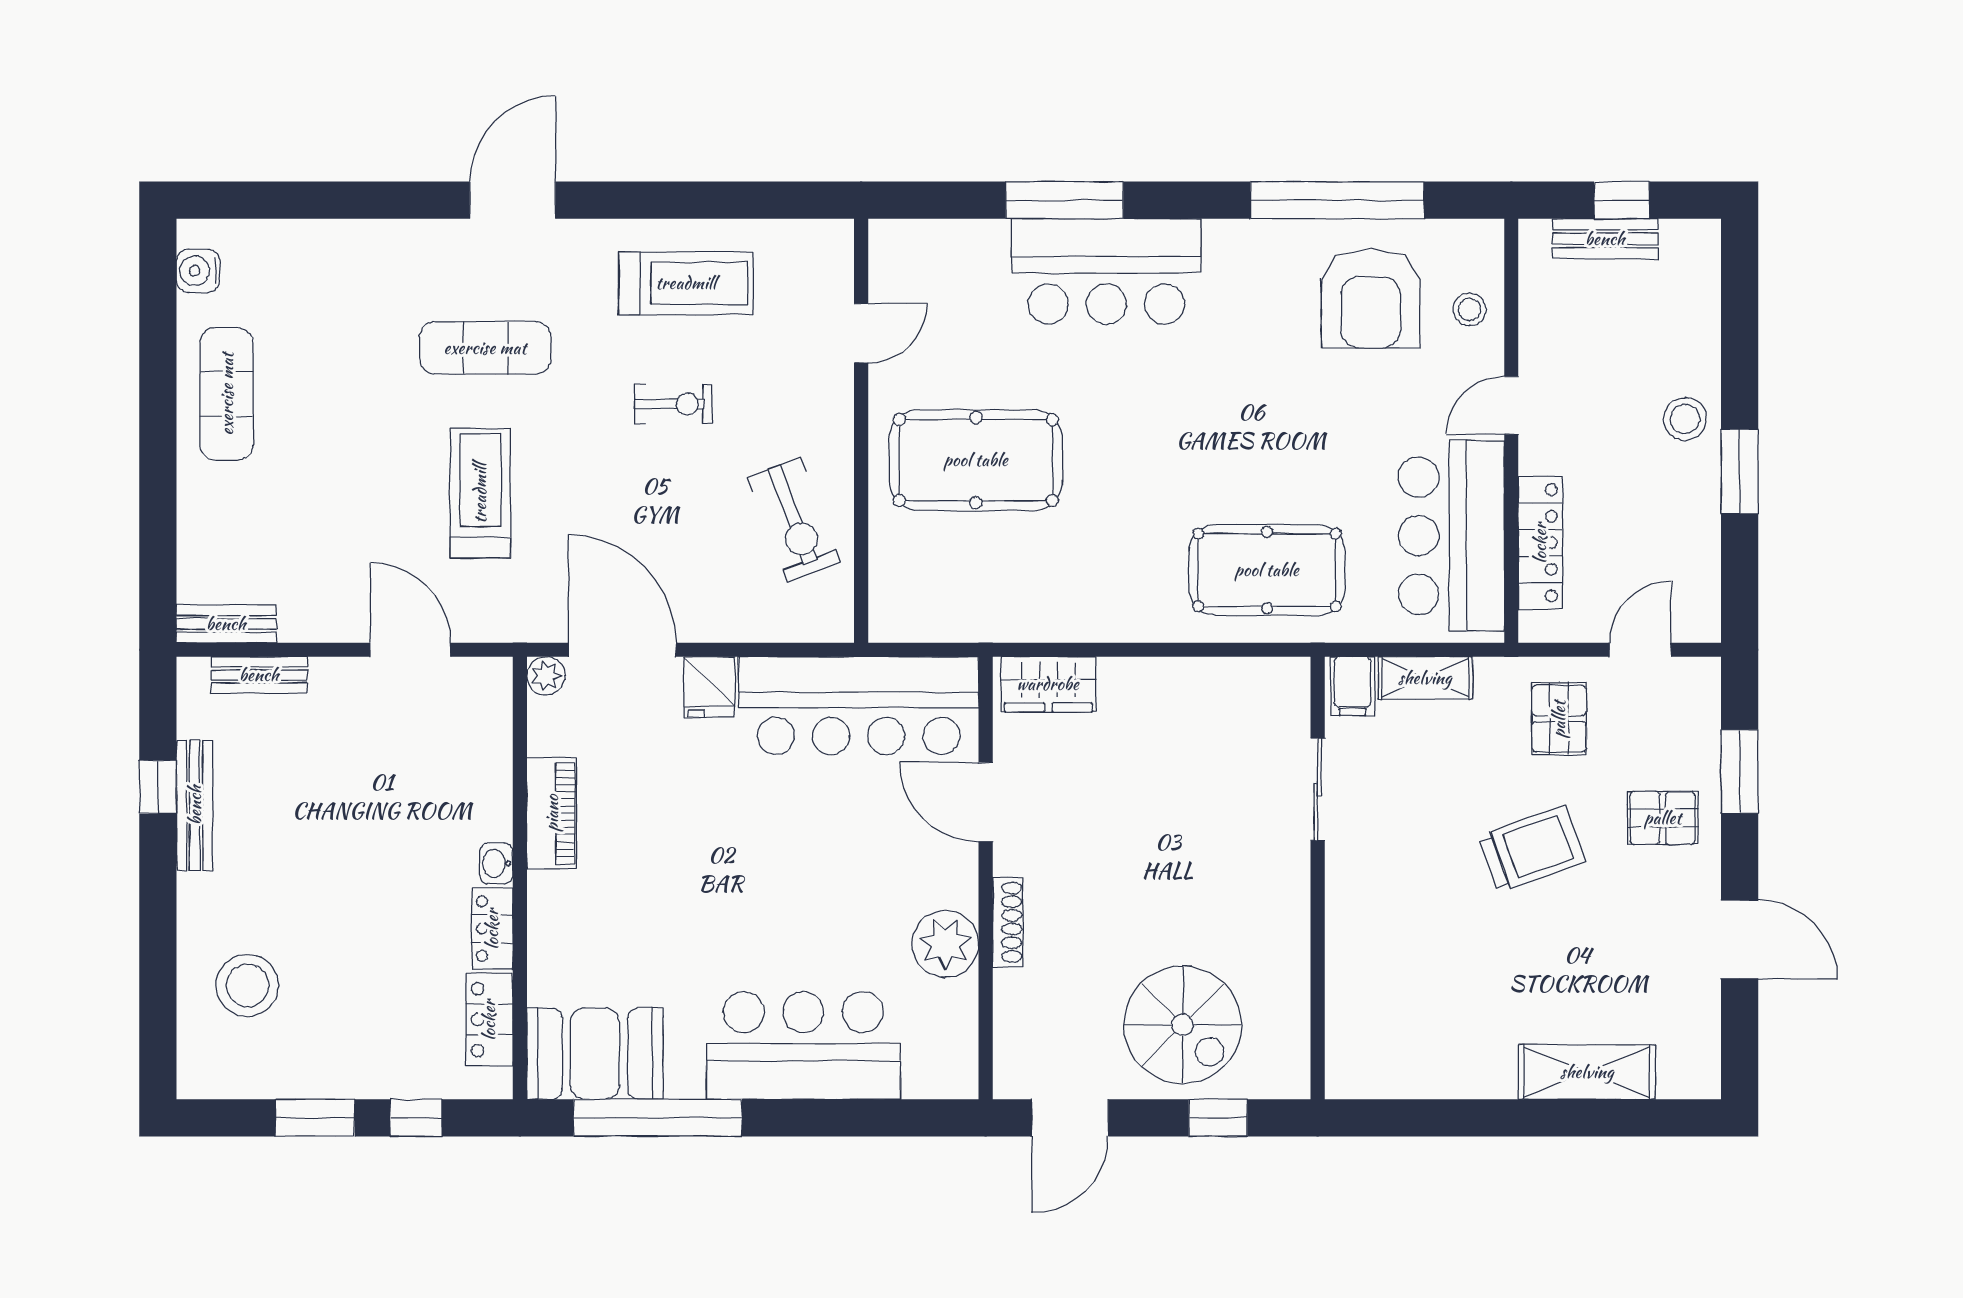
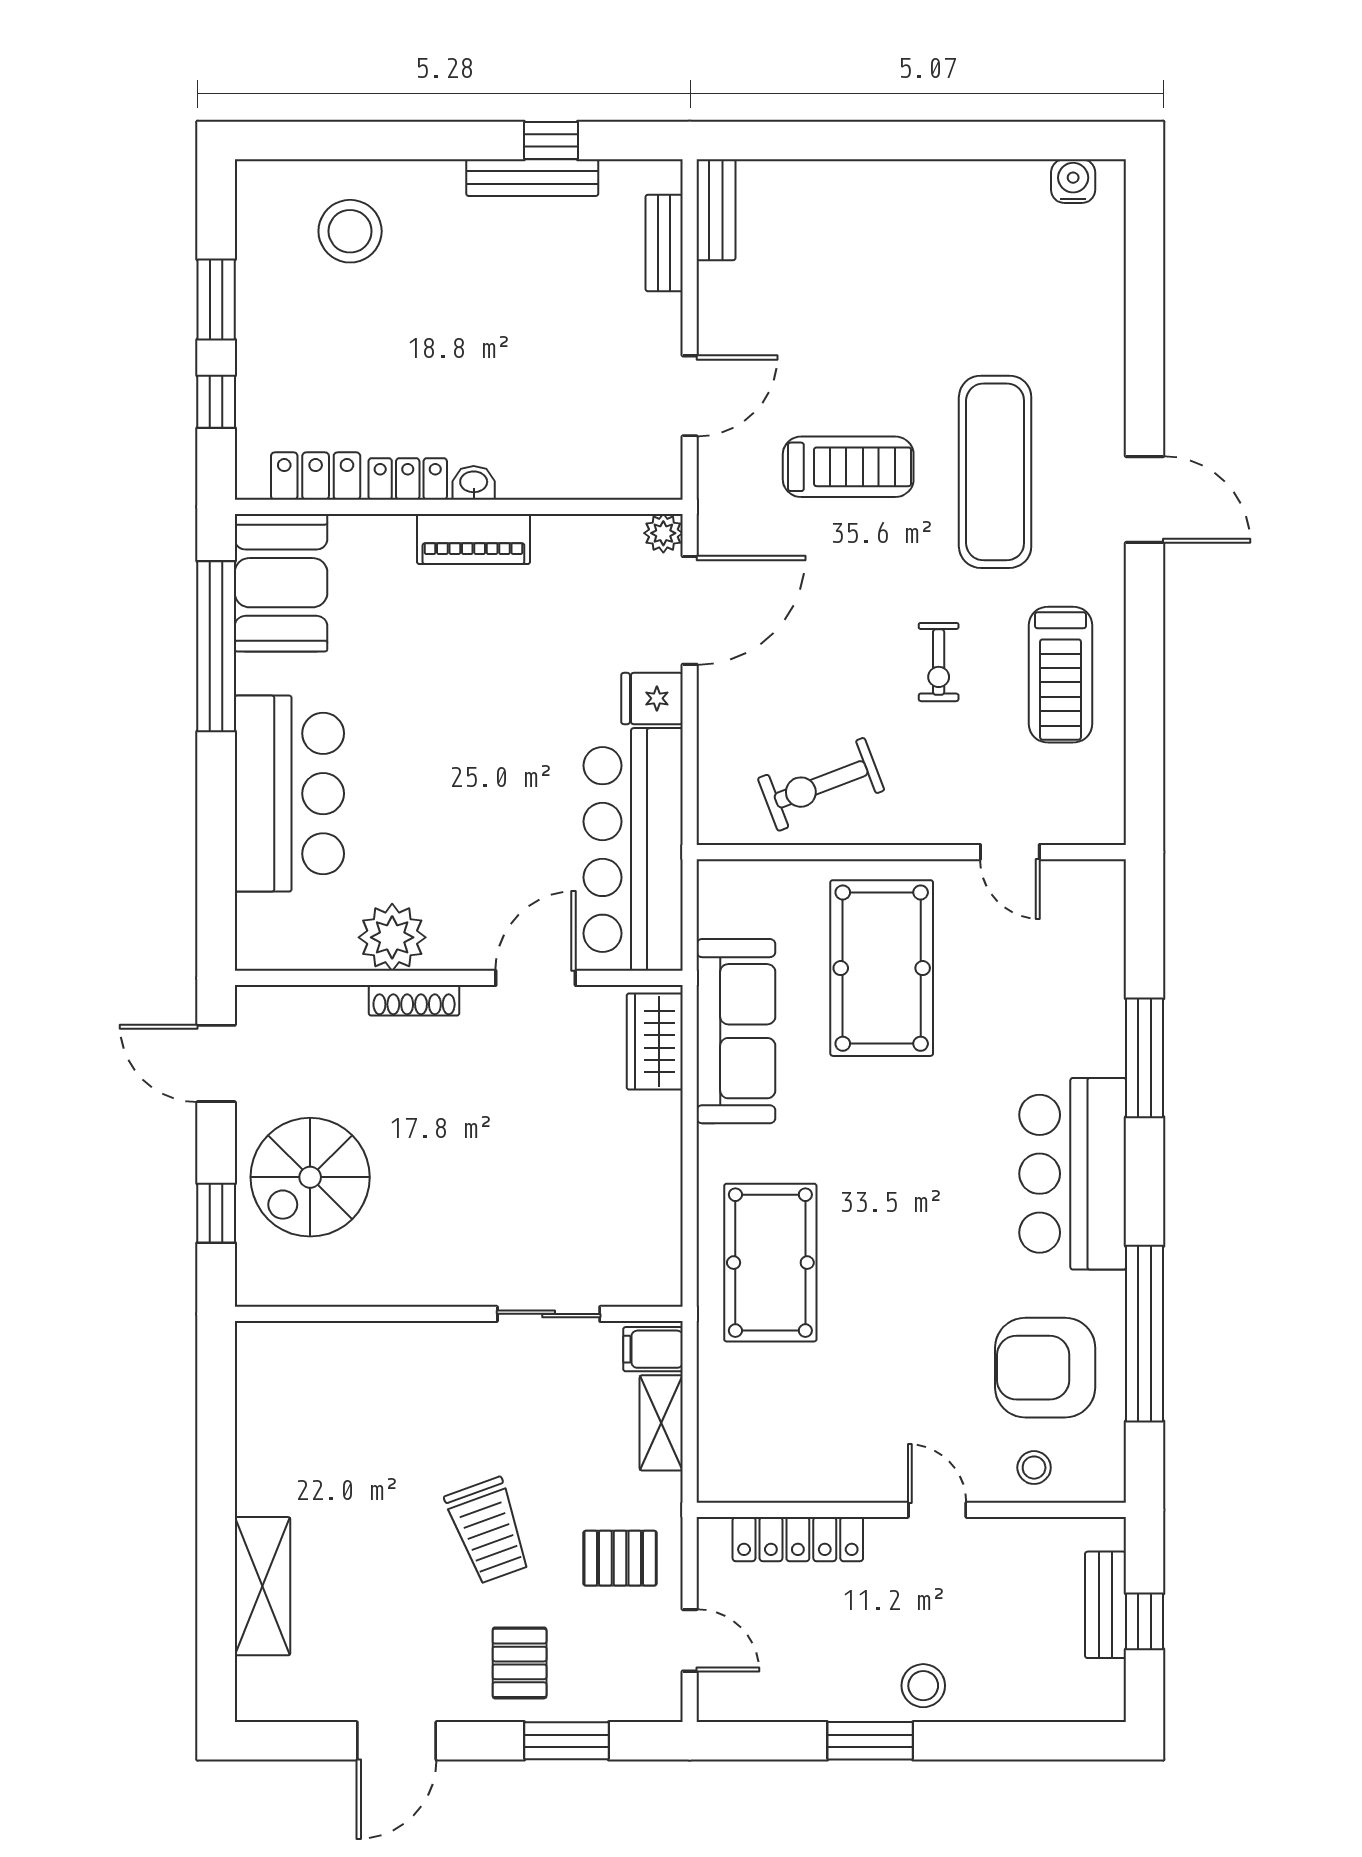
bar counter: (1106, 271) -> (1073, 1174), moved
exercise mat: (485, 348) -> (995, 472), width x1.36, depth x1.45
exercise mat: (227, 394) -> (949, 210), removed
bar counter: (1451, 536) -> (805, 1449), removed
sofa: (1038, 604) -> (736, 1031), added
piano: (552, 813) -> (473, 539), moved

